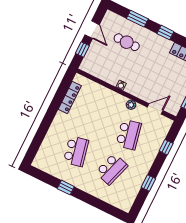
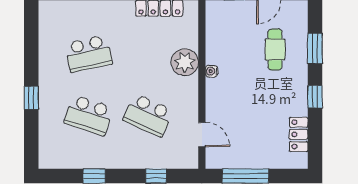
plant: (131, 105) -> (185, 62), moved, width x1.88, depth x1.88
school desk: (129, 134) -> (148, 115), turned 36
window: (66, 188) -> (31, 98), moved

